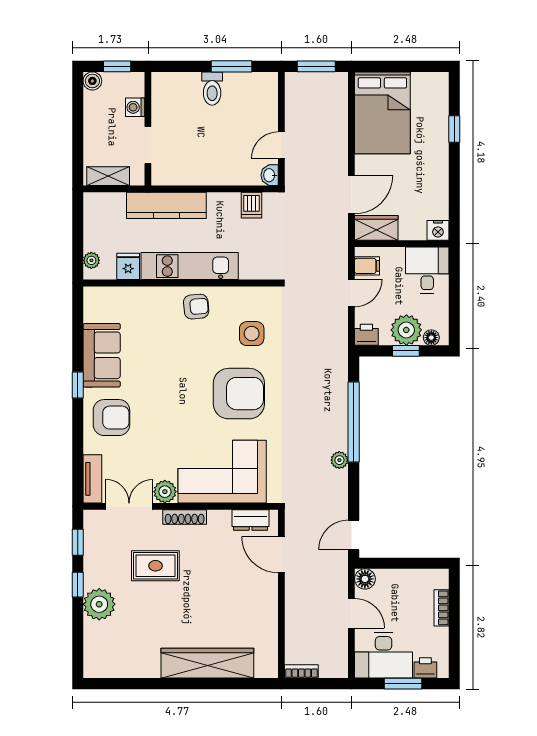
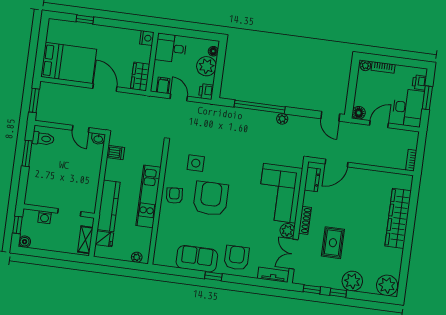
toilet: (212, 89) -> (43, 139), moved
door: (351, 195) -> (105, 88), moved
fridge: (128, 266) -> (104, 239), moved, turned 180
window: (406, 351) -> (219, 68), removed
armchair: (239, 394) -> (211, 199), moved
plant: (441, 580) -> (365, 66), added
plant: (100, 660) -> (387, 285), added

